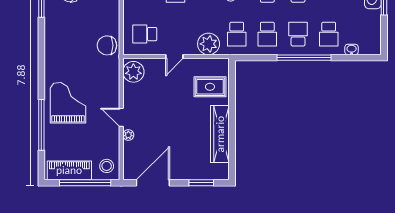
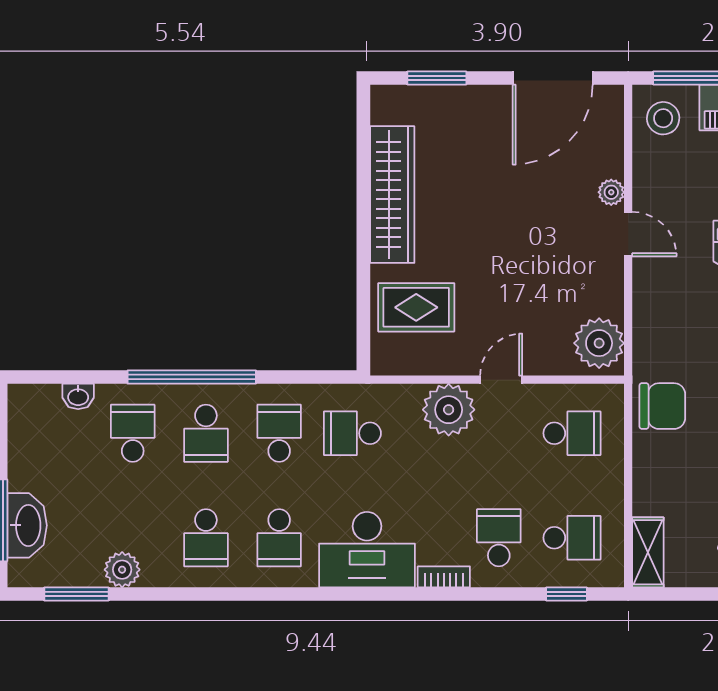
school desk: (237, 34) -> (352, 433), turned -90
plant: (209, 44) -> (449, 410), moved

